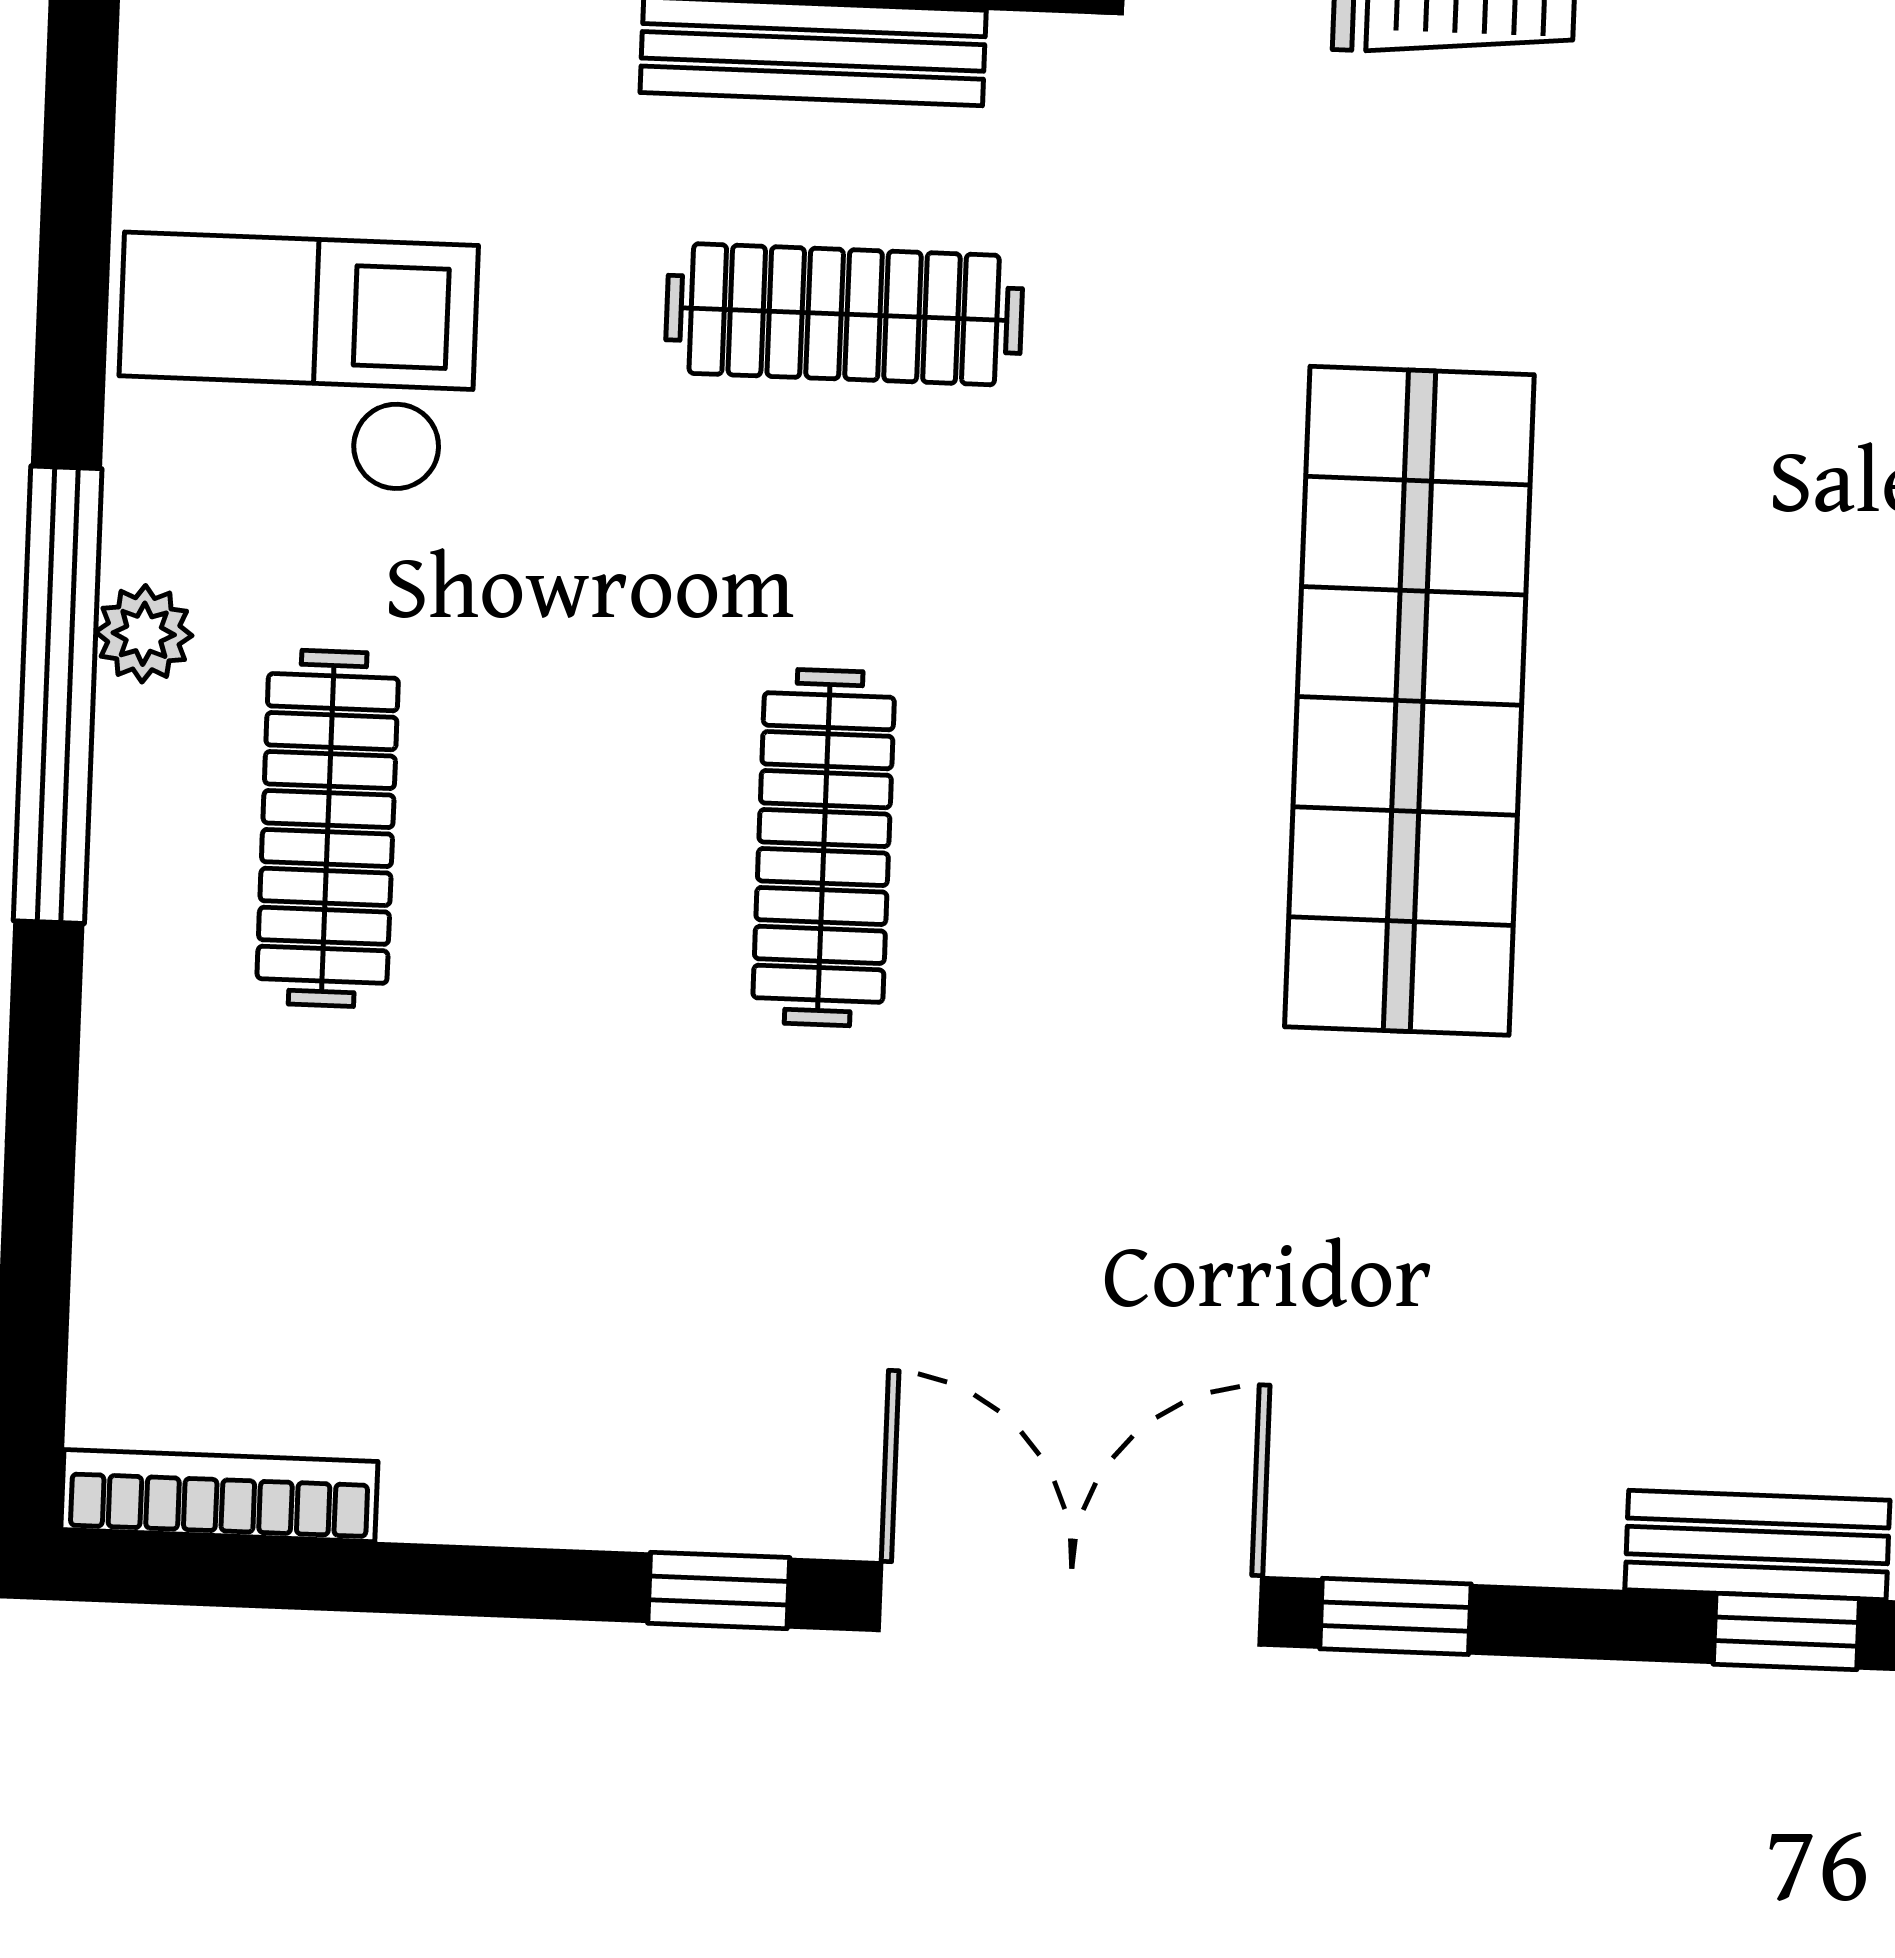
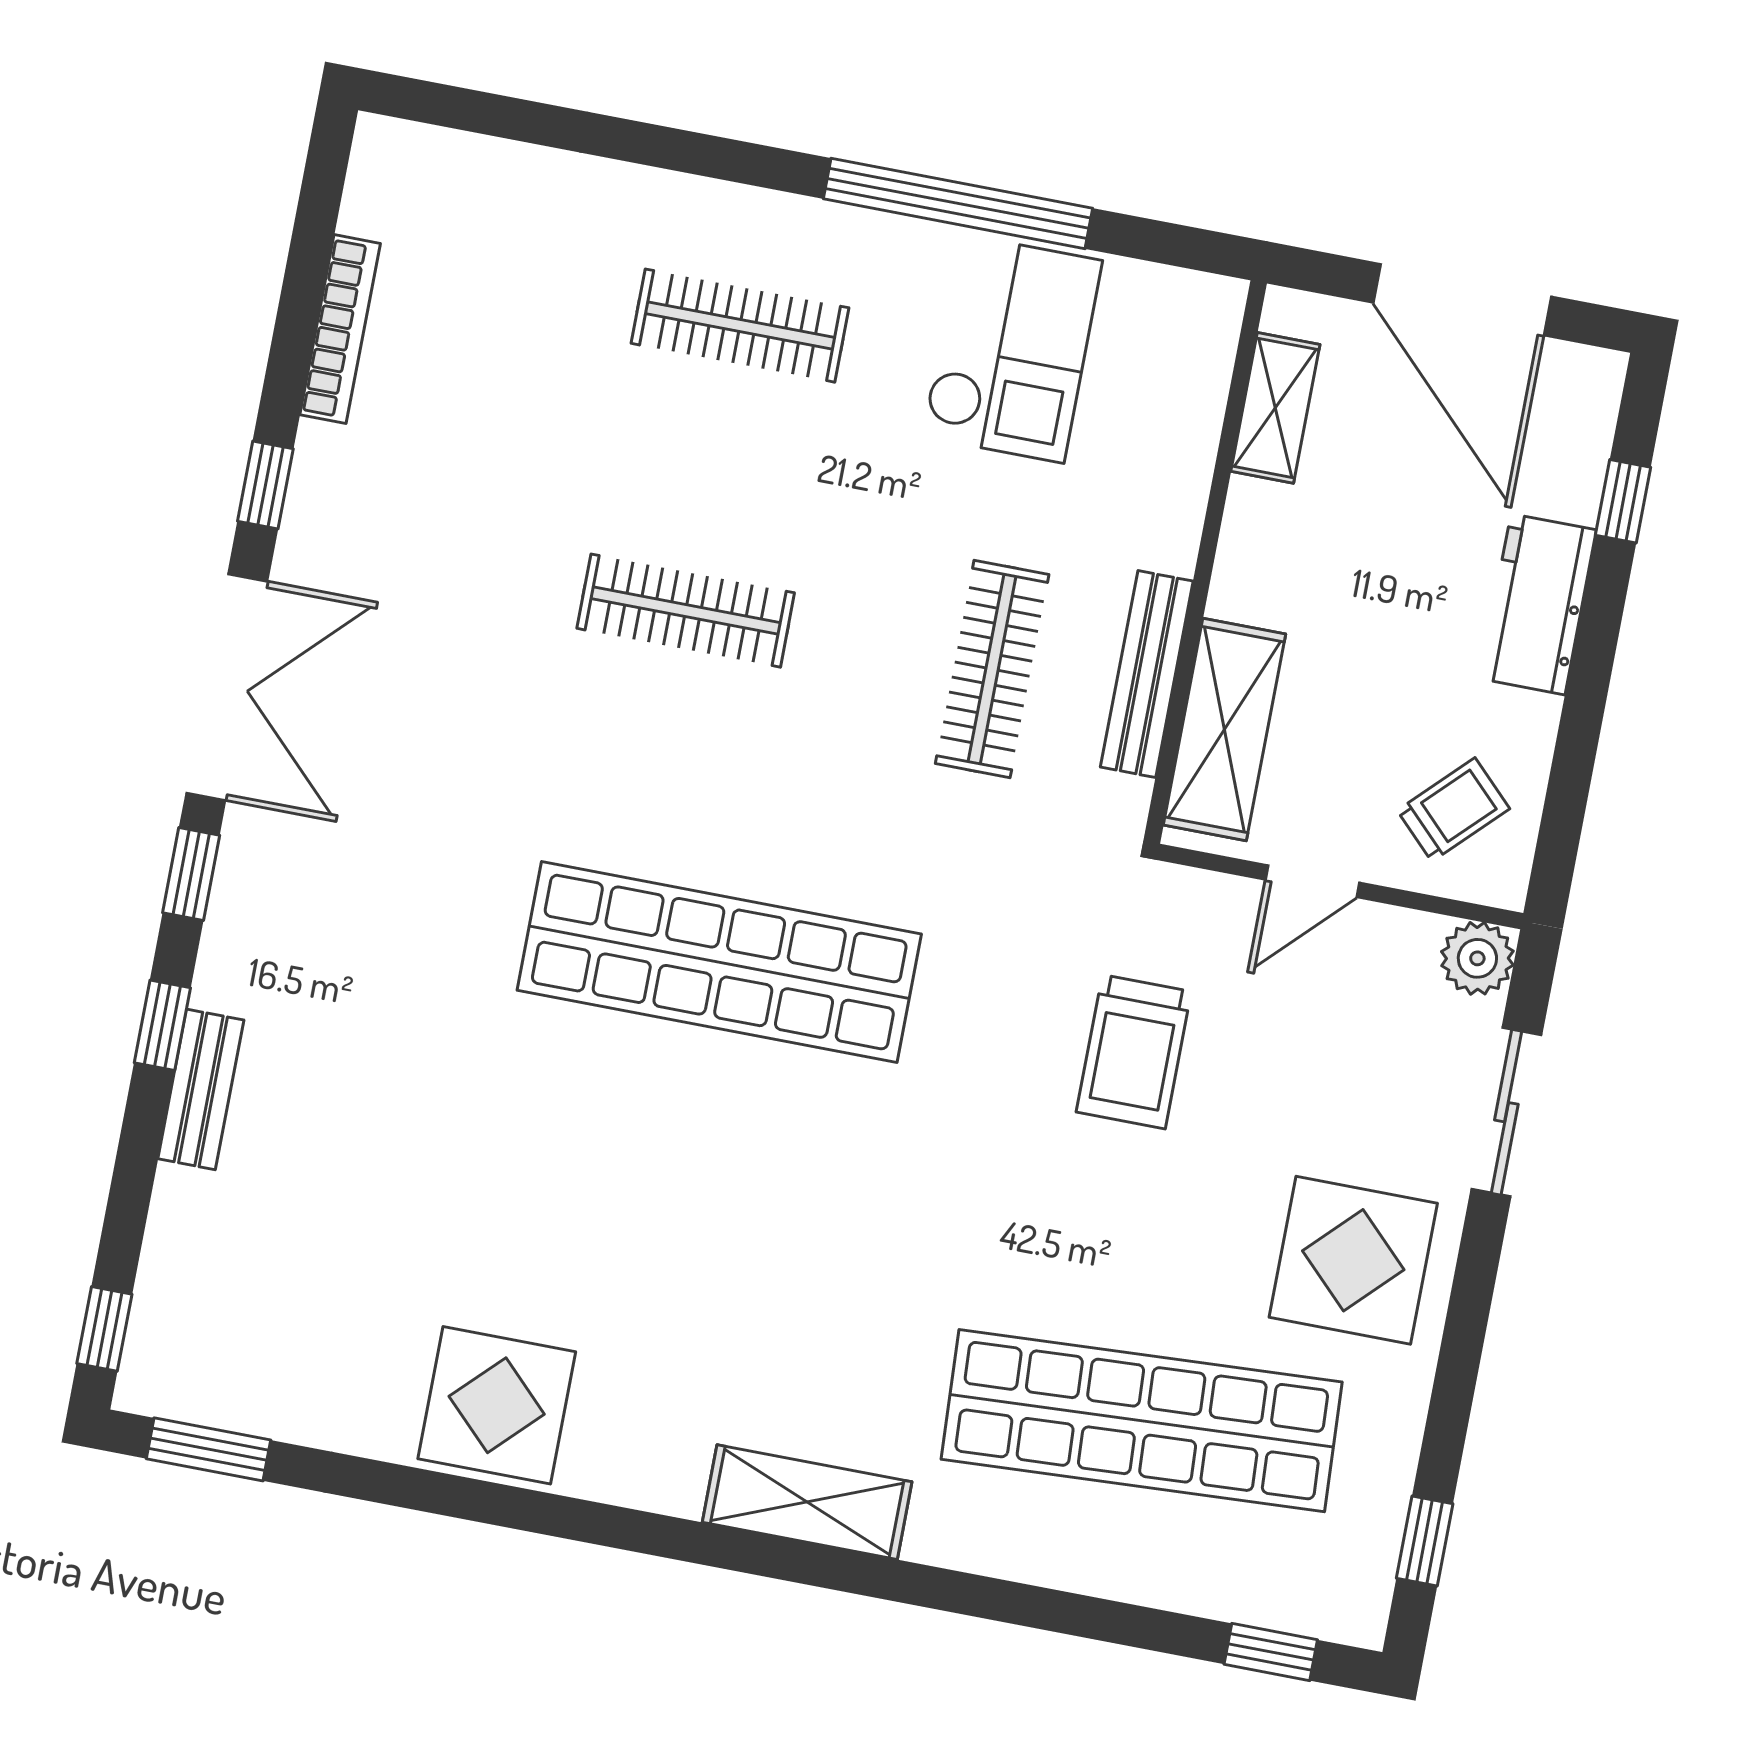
plant: (144, 634) -> (869, 236), removed
window: (58, 695) -> (958, 203), moved
bookcase: (219, 1496) -> (340, 329), moved
window: (1786, 1631) -> (162, 1025), moved

